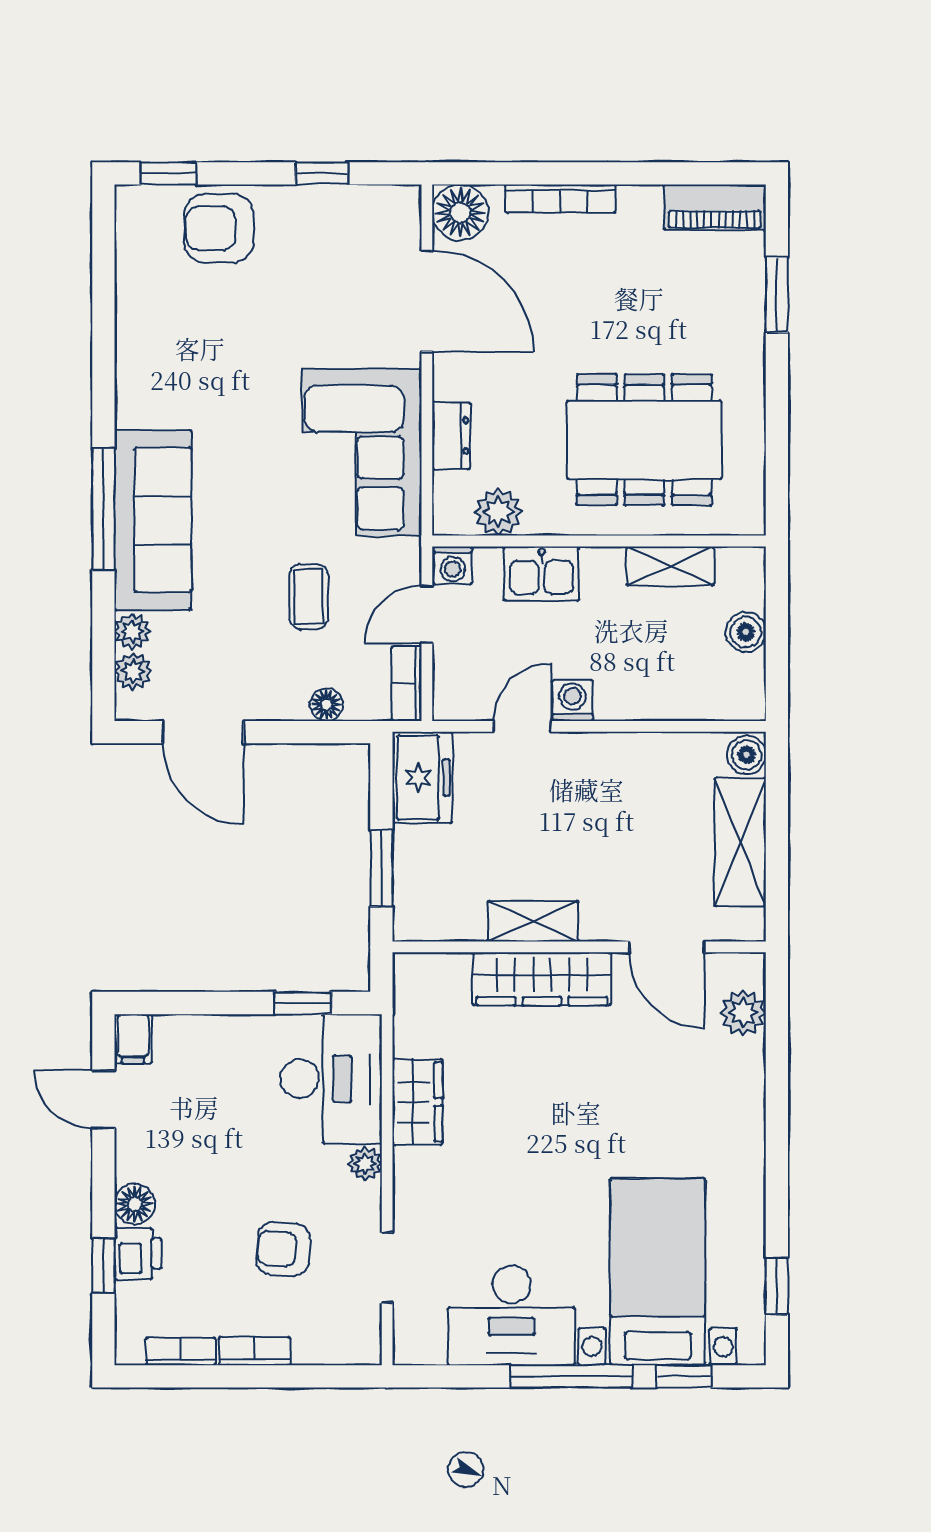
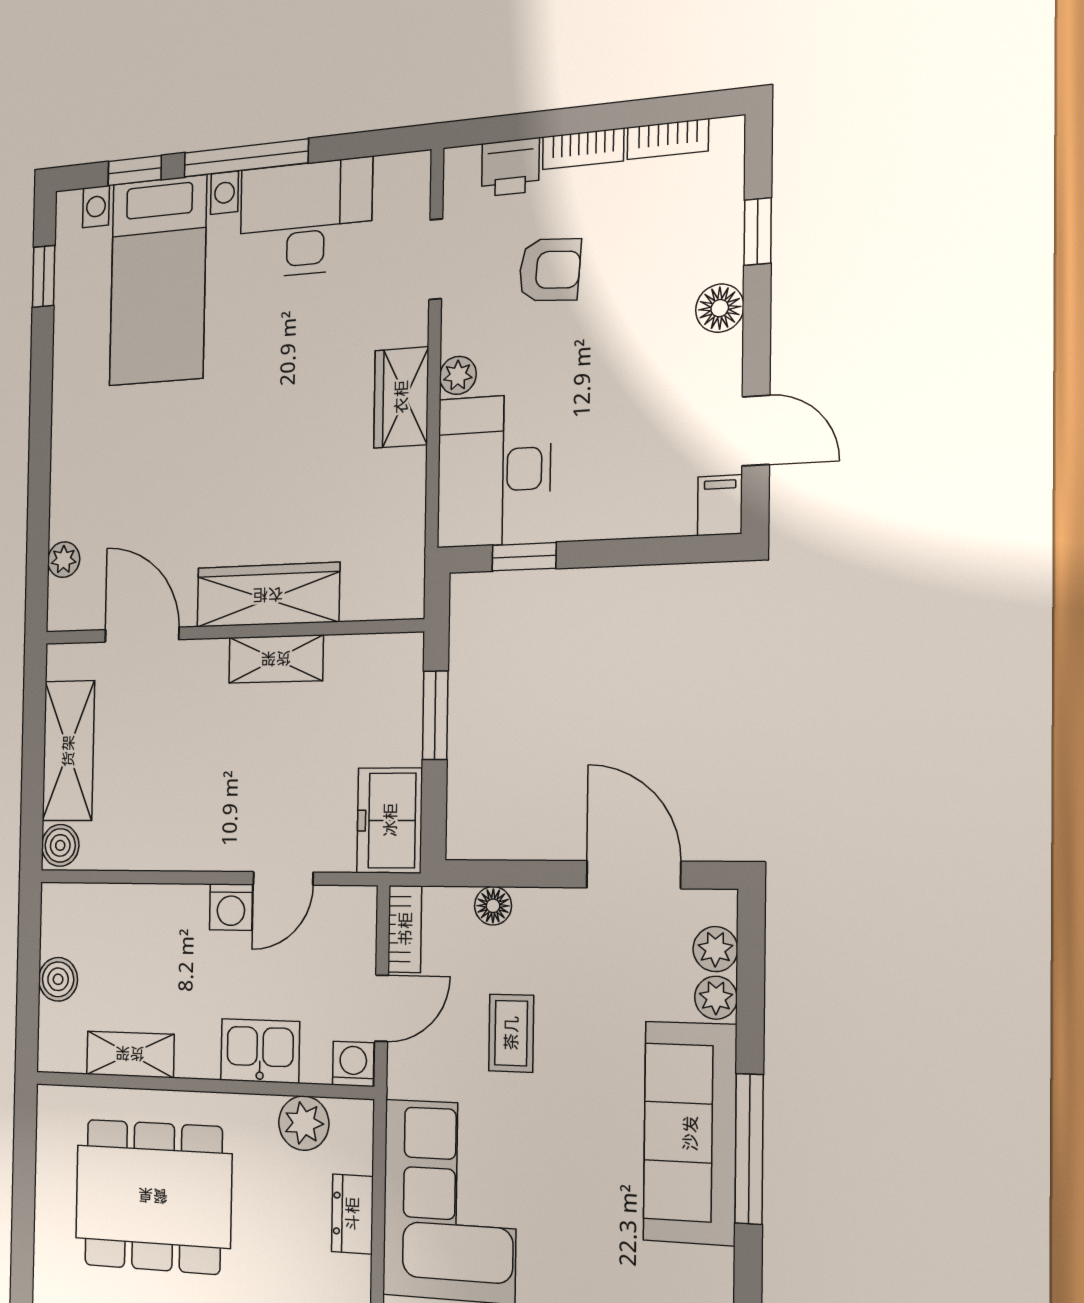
plant: (743, 1013) -> (64, 560), width x0.73, depth x0.73
wardrobe: (418, 1102) -> (401, 397), moved
printer: (138, 1254) -> (510, 167), moved, turned -90

